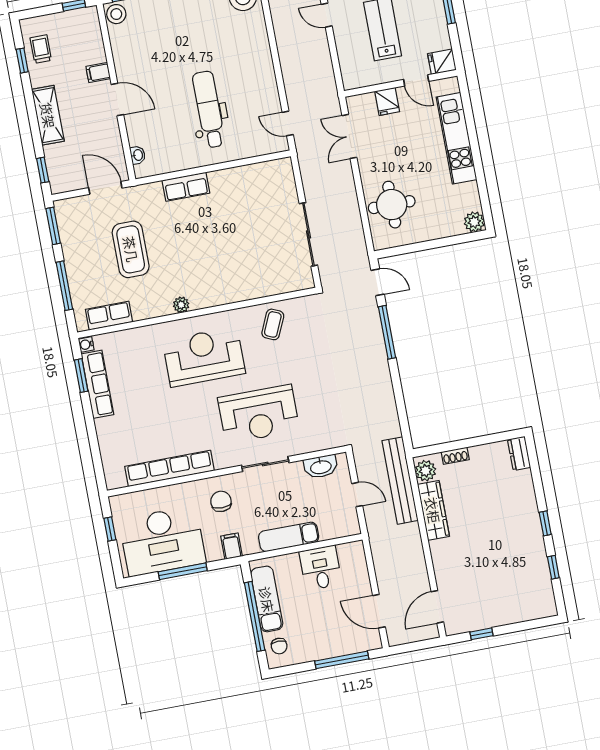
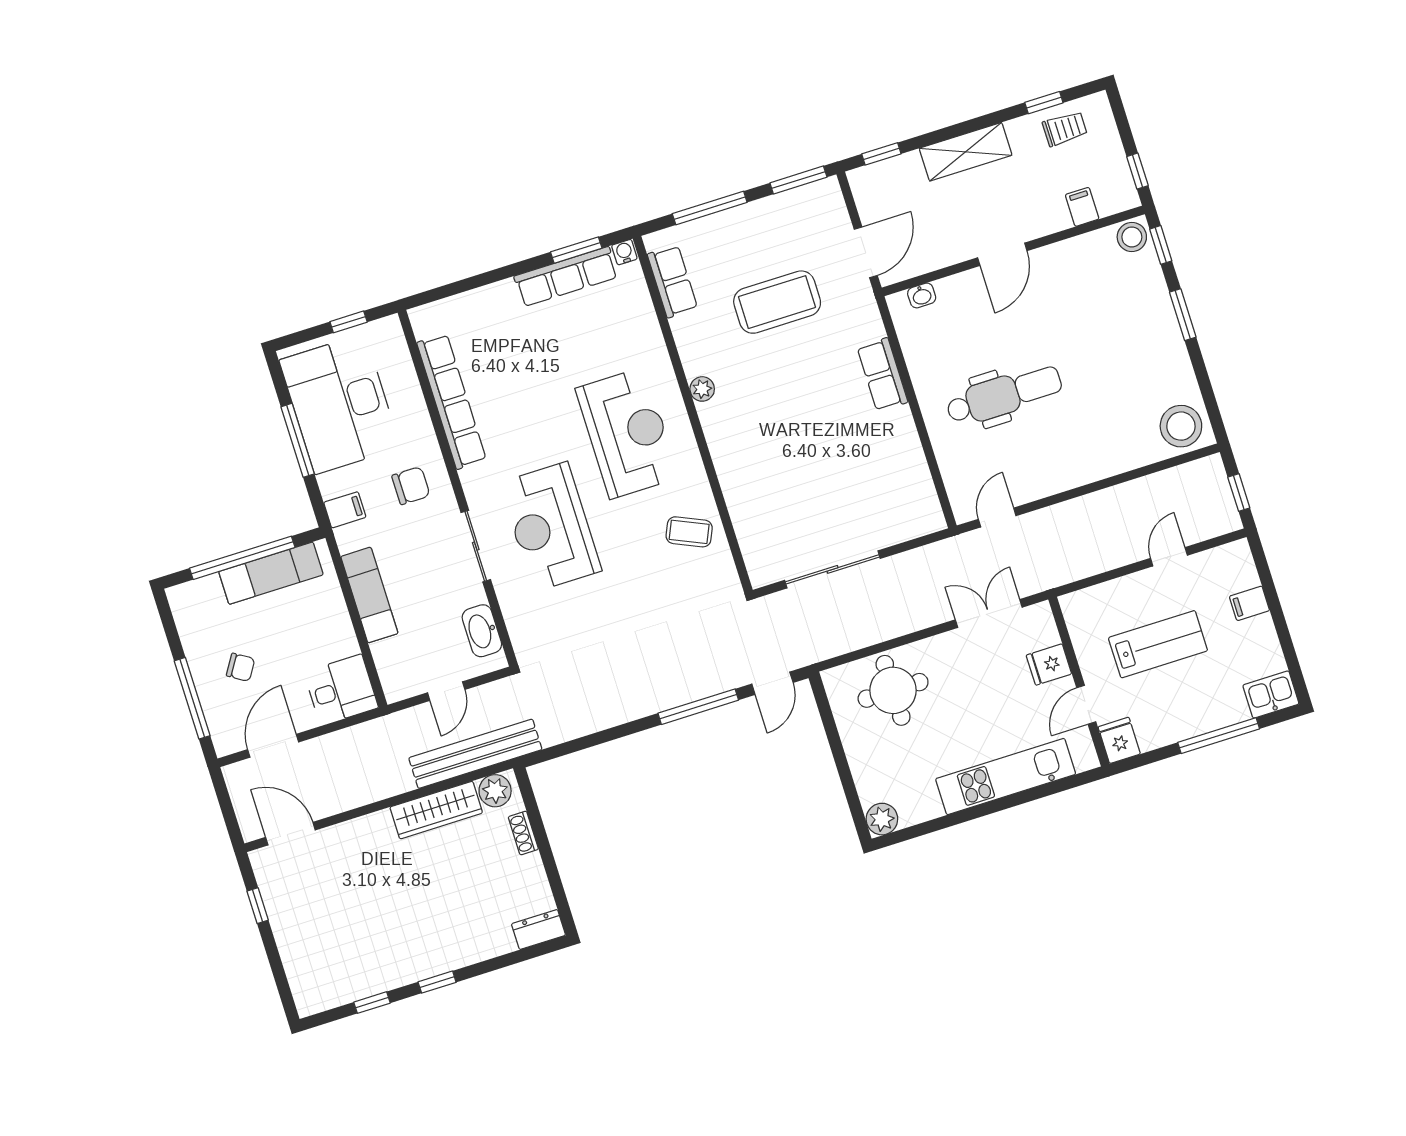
filing cabinet: (98, 73) -> (1082, 207), moved
desk: (320, 568) -> (341, 690), moved
chair: (279, 646) -> (241, 667), moved, turned -148

